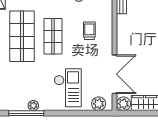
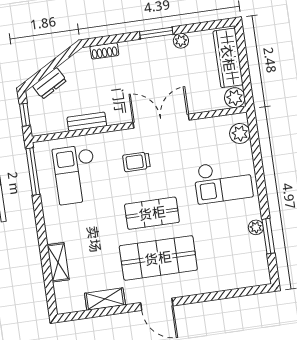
double door: (115, 74) -> (161, 121), moved
checkout: (68, 88) -> (223, 181), turned 180
window: (26, 113) -> (268, 236), width x0.69

